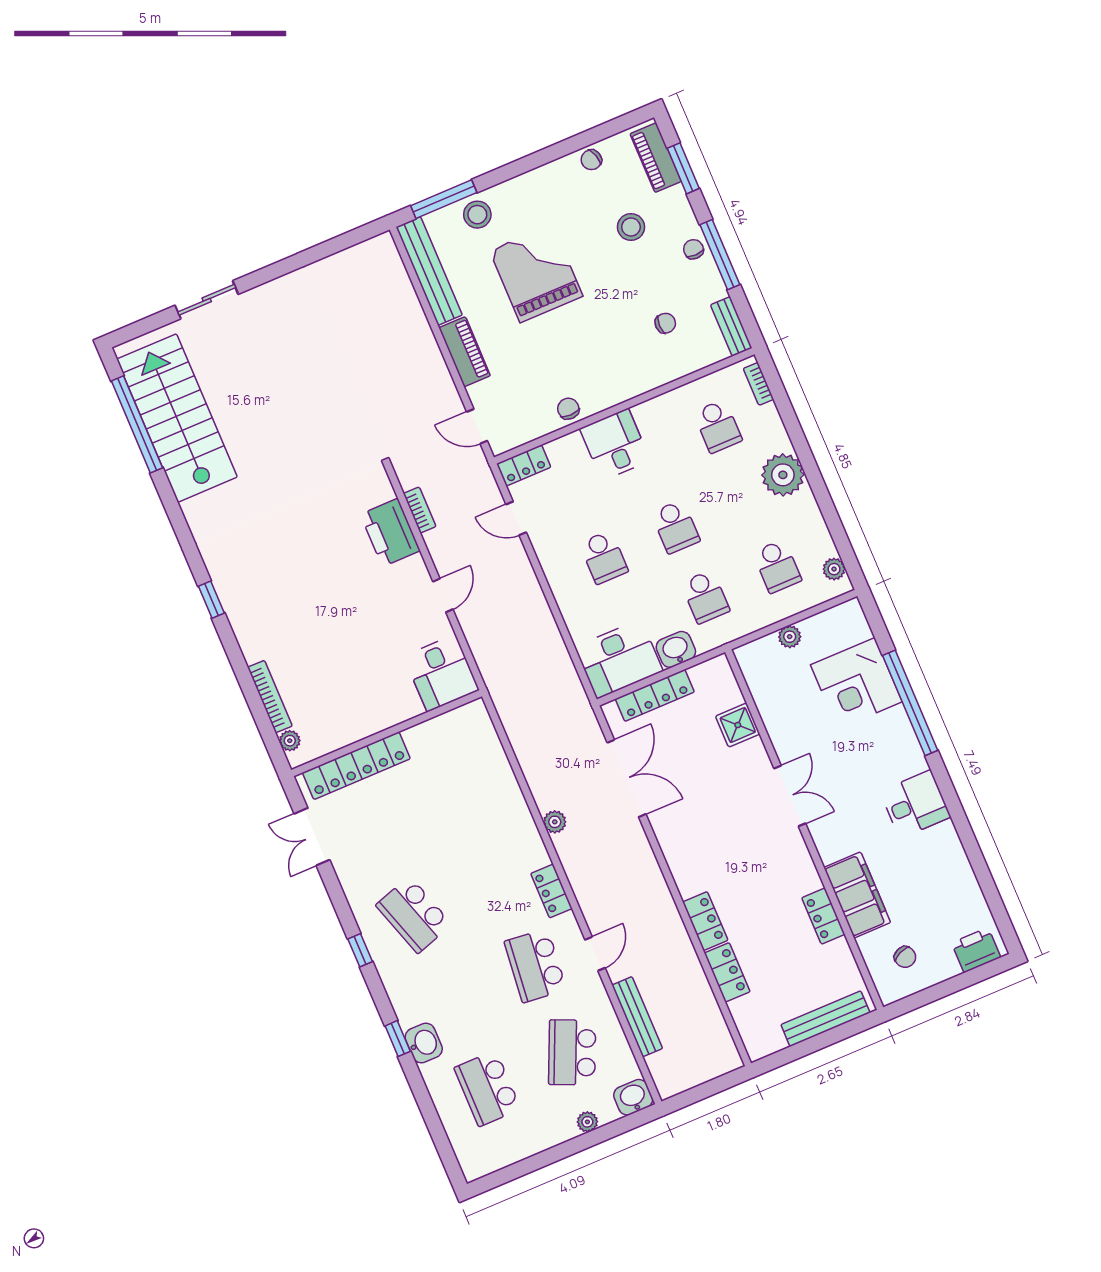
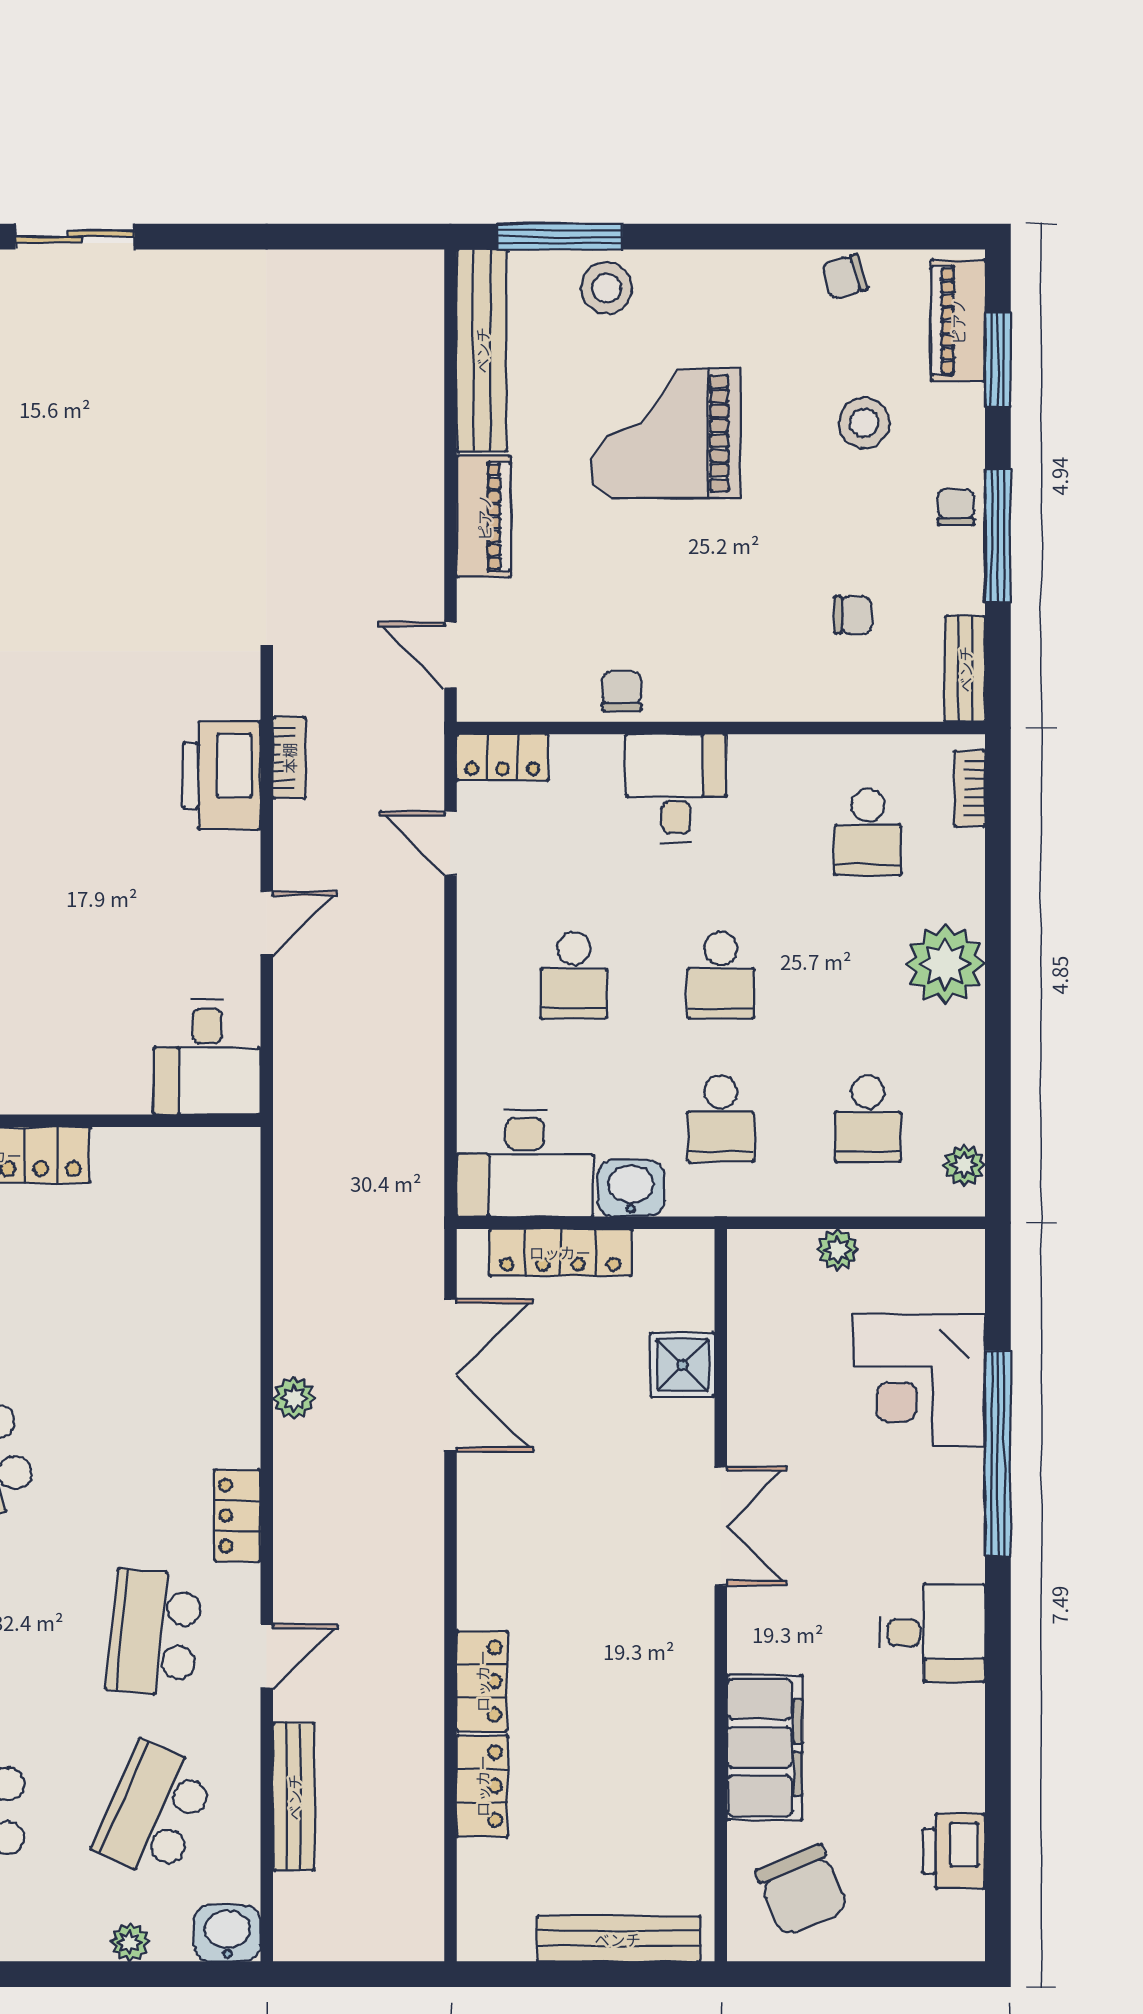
grand piano: (536, 273) -> (666, 433), turned -90
locker: (823, 916) -> (690, 1759), removed
printer: (976, 950) -> (954, 1851), moved, turned -90
chair: (905, 957) -> (802, 1890), width x1.87, depth x1.87

